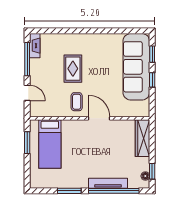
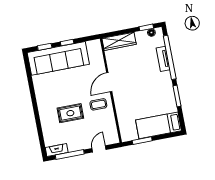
bed: (50, 144) -> (158, 125), moved, turned 180
tv unit: (108, 183) -> (163, 59), width x0.71

